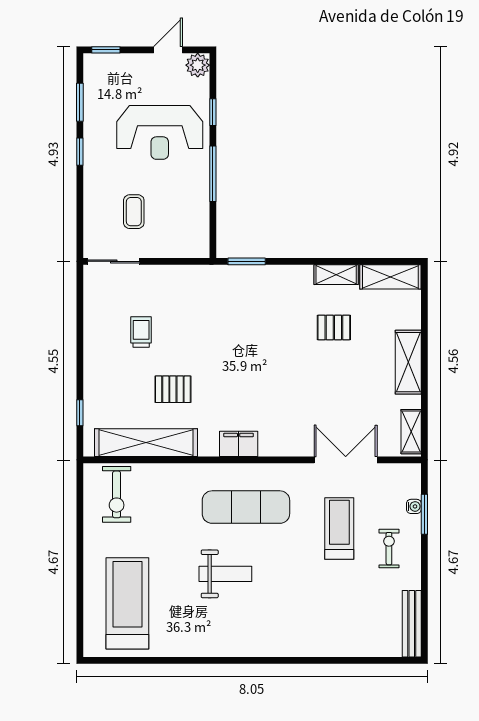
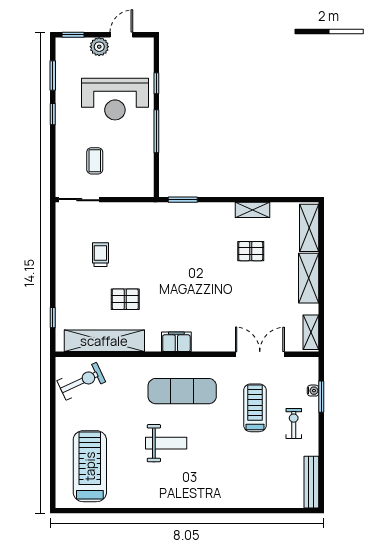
plant: (198, 65) -> (99, 47), moved
shelving: (390, 277) -> (309, 228), moved, turned 90
exercise bike: (117, 494) -> (81, 381), turned -115

